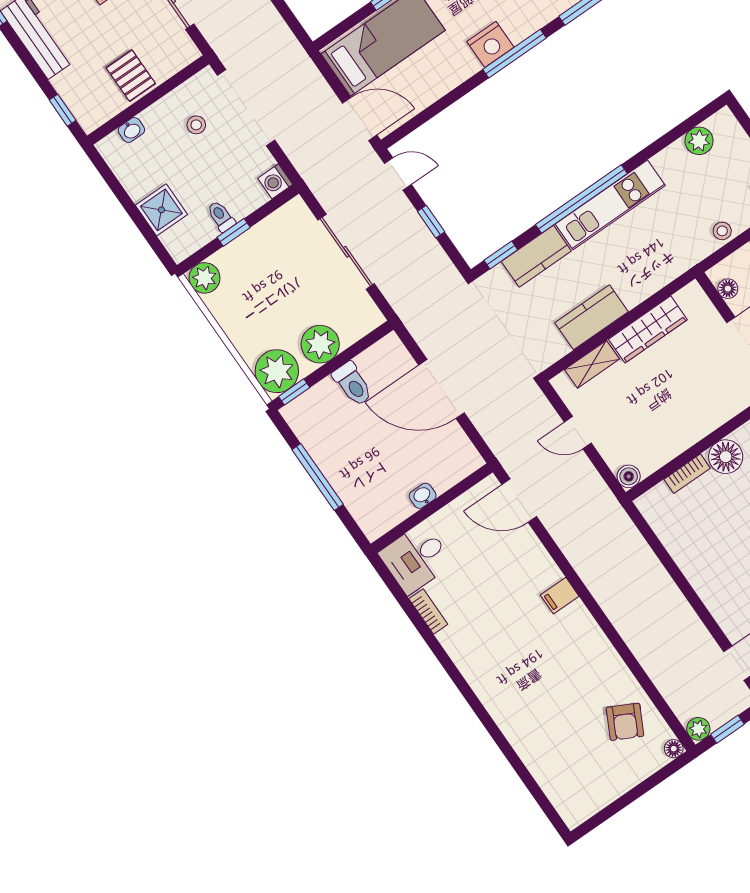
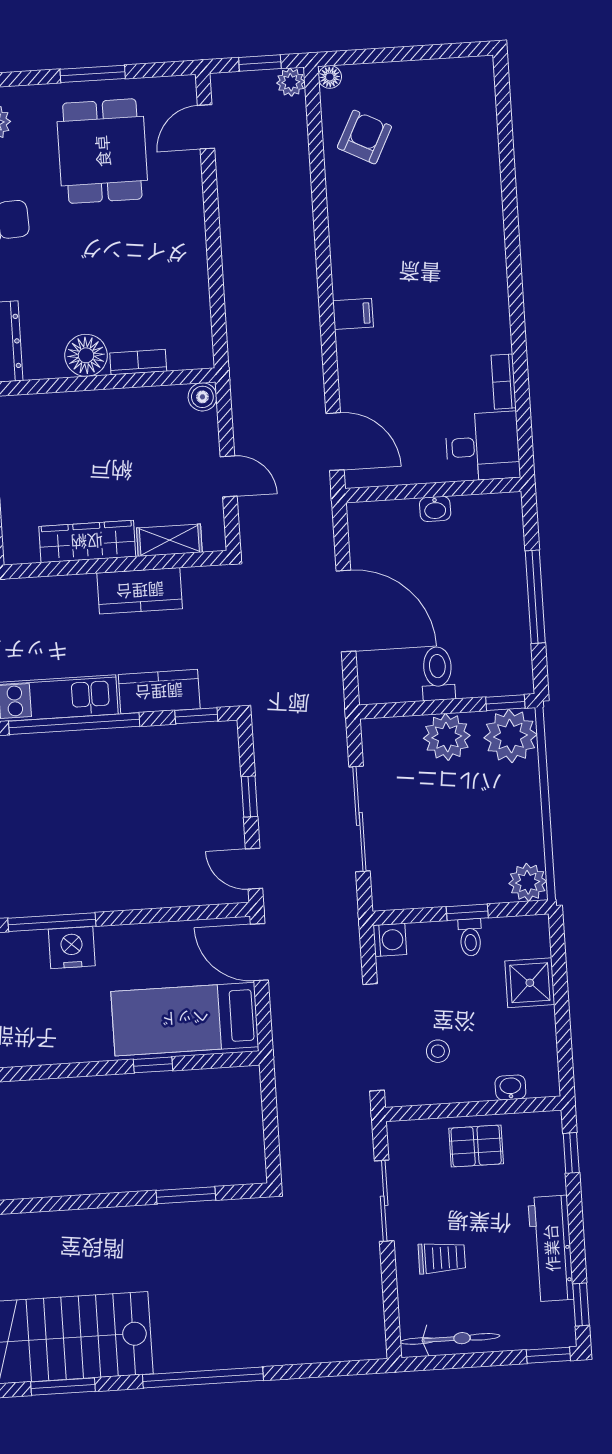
pallet: (131, 76) -> (476, 1146), turned 90

